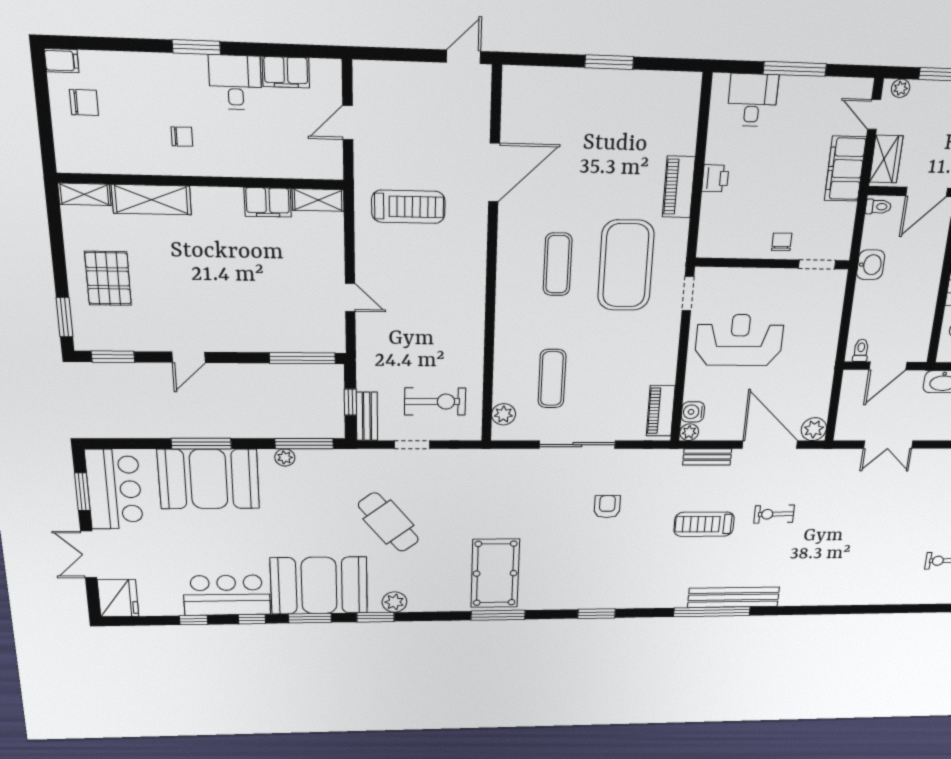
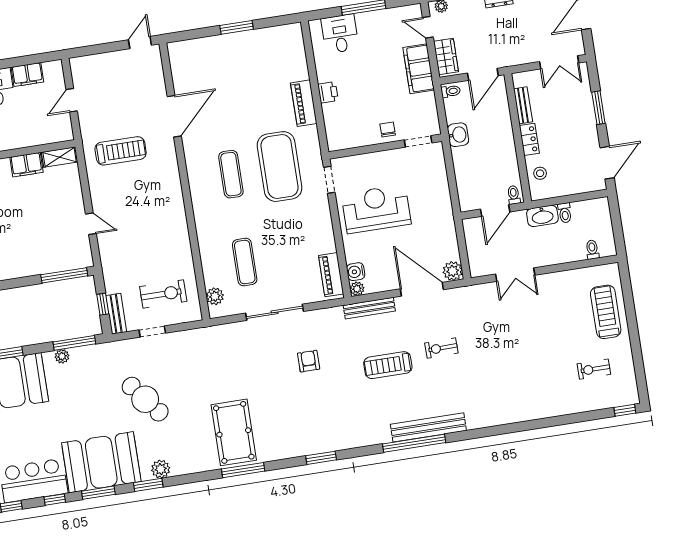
toilet: (861, 350) -> (514, 195), moved
bench: (707, 457) -> (369, 308), width x1.36

